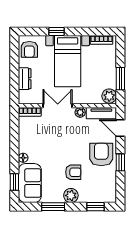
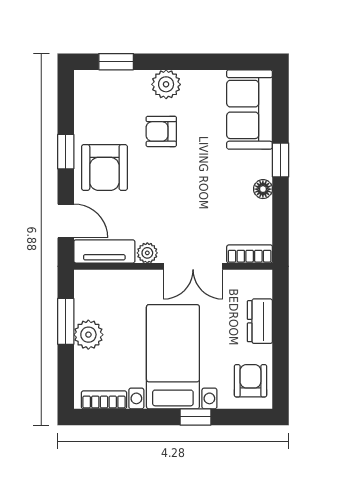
plant: (109, 96) -> (88, 335), moved
floor lamp: (23, 158) -> (263, 189), moved
window: (14, 182) -> (281, 160), moved
window: (53, 207) -> (202, 62), removed

